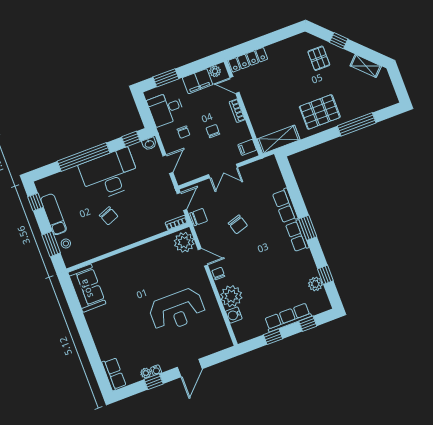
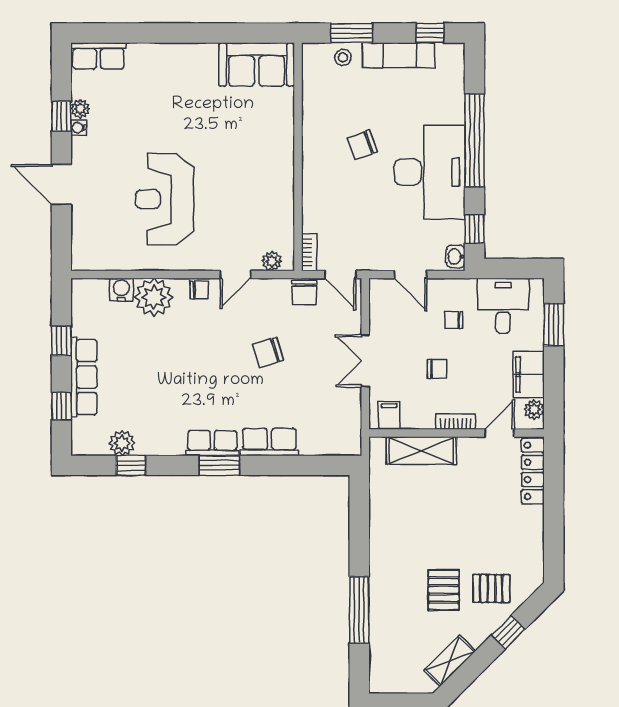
pallet: (320, 112) -> (444, 590), moved, width x0.67, depth x0.71
shelving: (279, 139) -> (421, 451), moved, turned 90
plant: (184, 242) -> (272, 261), width x0.53, depth x0.53

